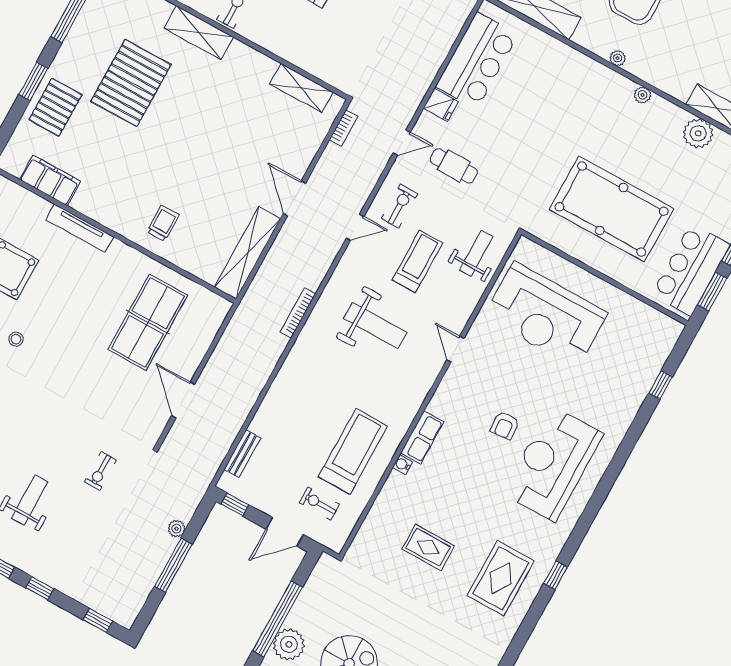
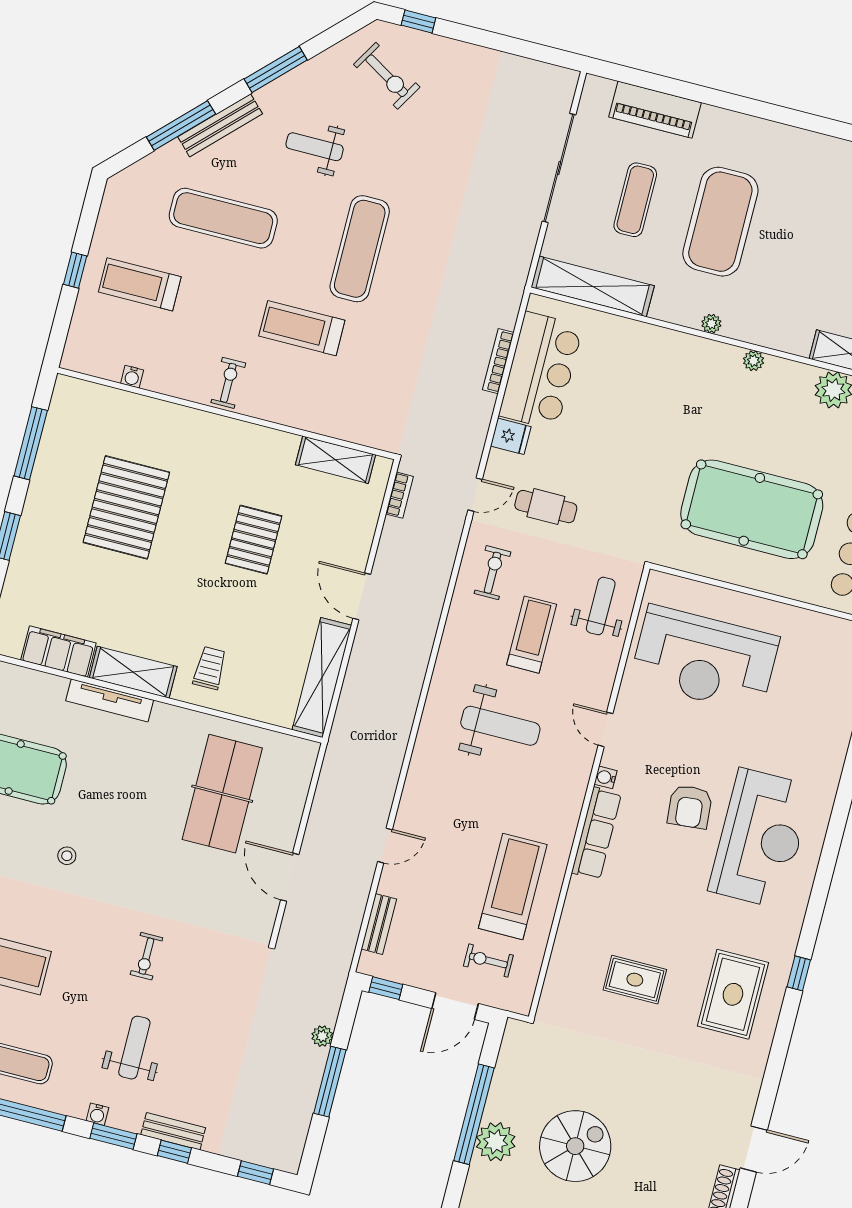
shelving: (199, 33) -> (133, 672), moved
pallet: (55, 107) -> (254, 540), moved
door: (355, 227) -> (385, 846), moved
bookcase: (298, 313) -> (498, 361), moved
armchair: (505, 425) -> (690, 807), width x1.38, depth x1.38
row of seats: (422, 437) -> (596, 833), width x1.48
water cooler: (403, 464) -> (606, 777), moved
reception desk: (553, 464) -> (761, 838), turned 180
exercise bike: (100, 471) -> (146, 956), moved
bench: (43, 572) -> (173, 1131), added

